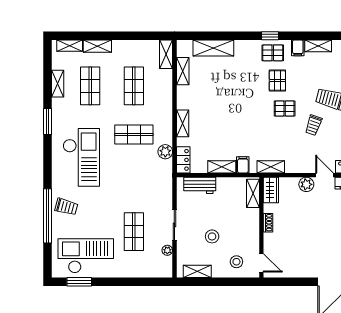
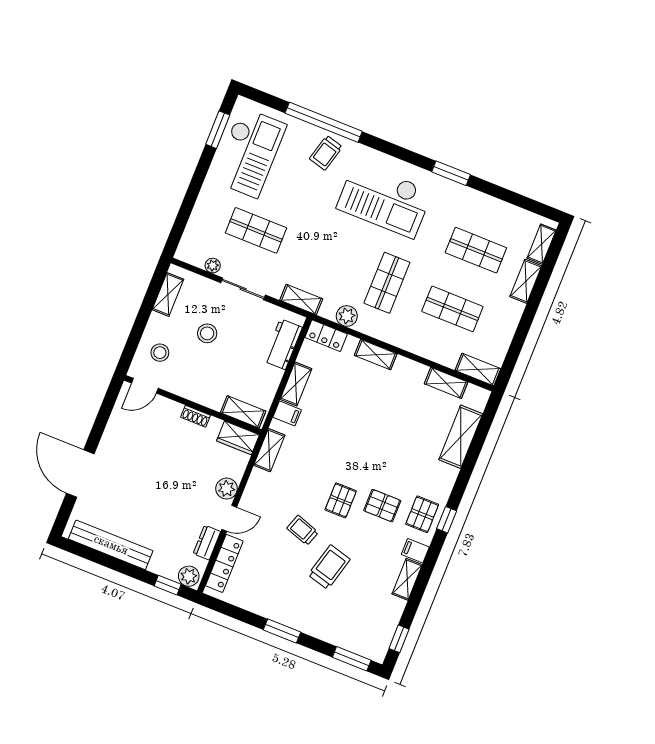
shelving: (58, 84) -> (301, 299), moved

